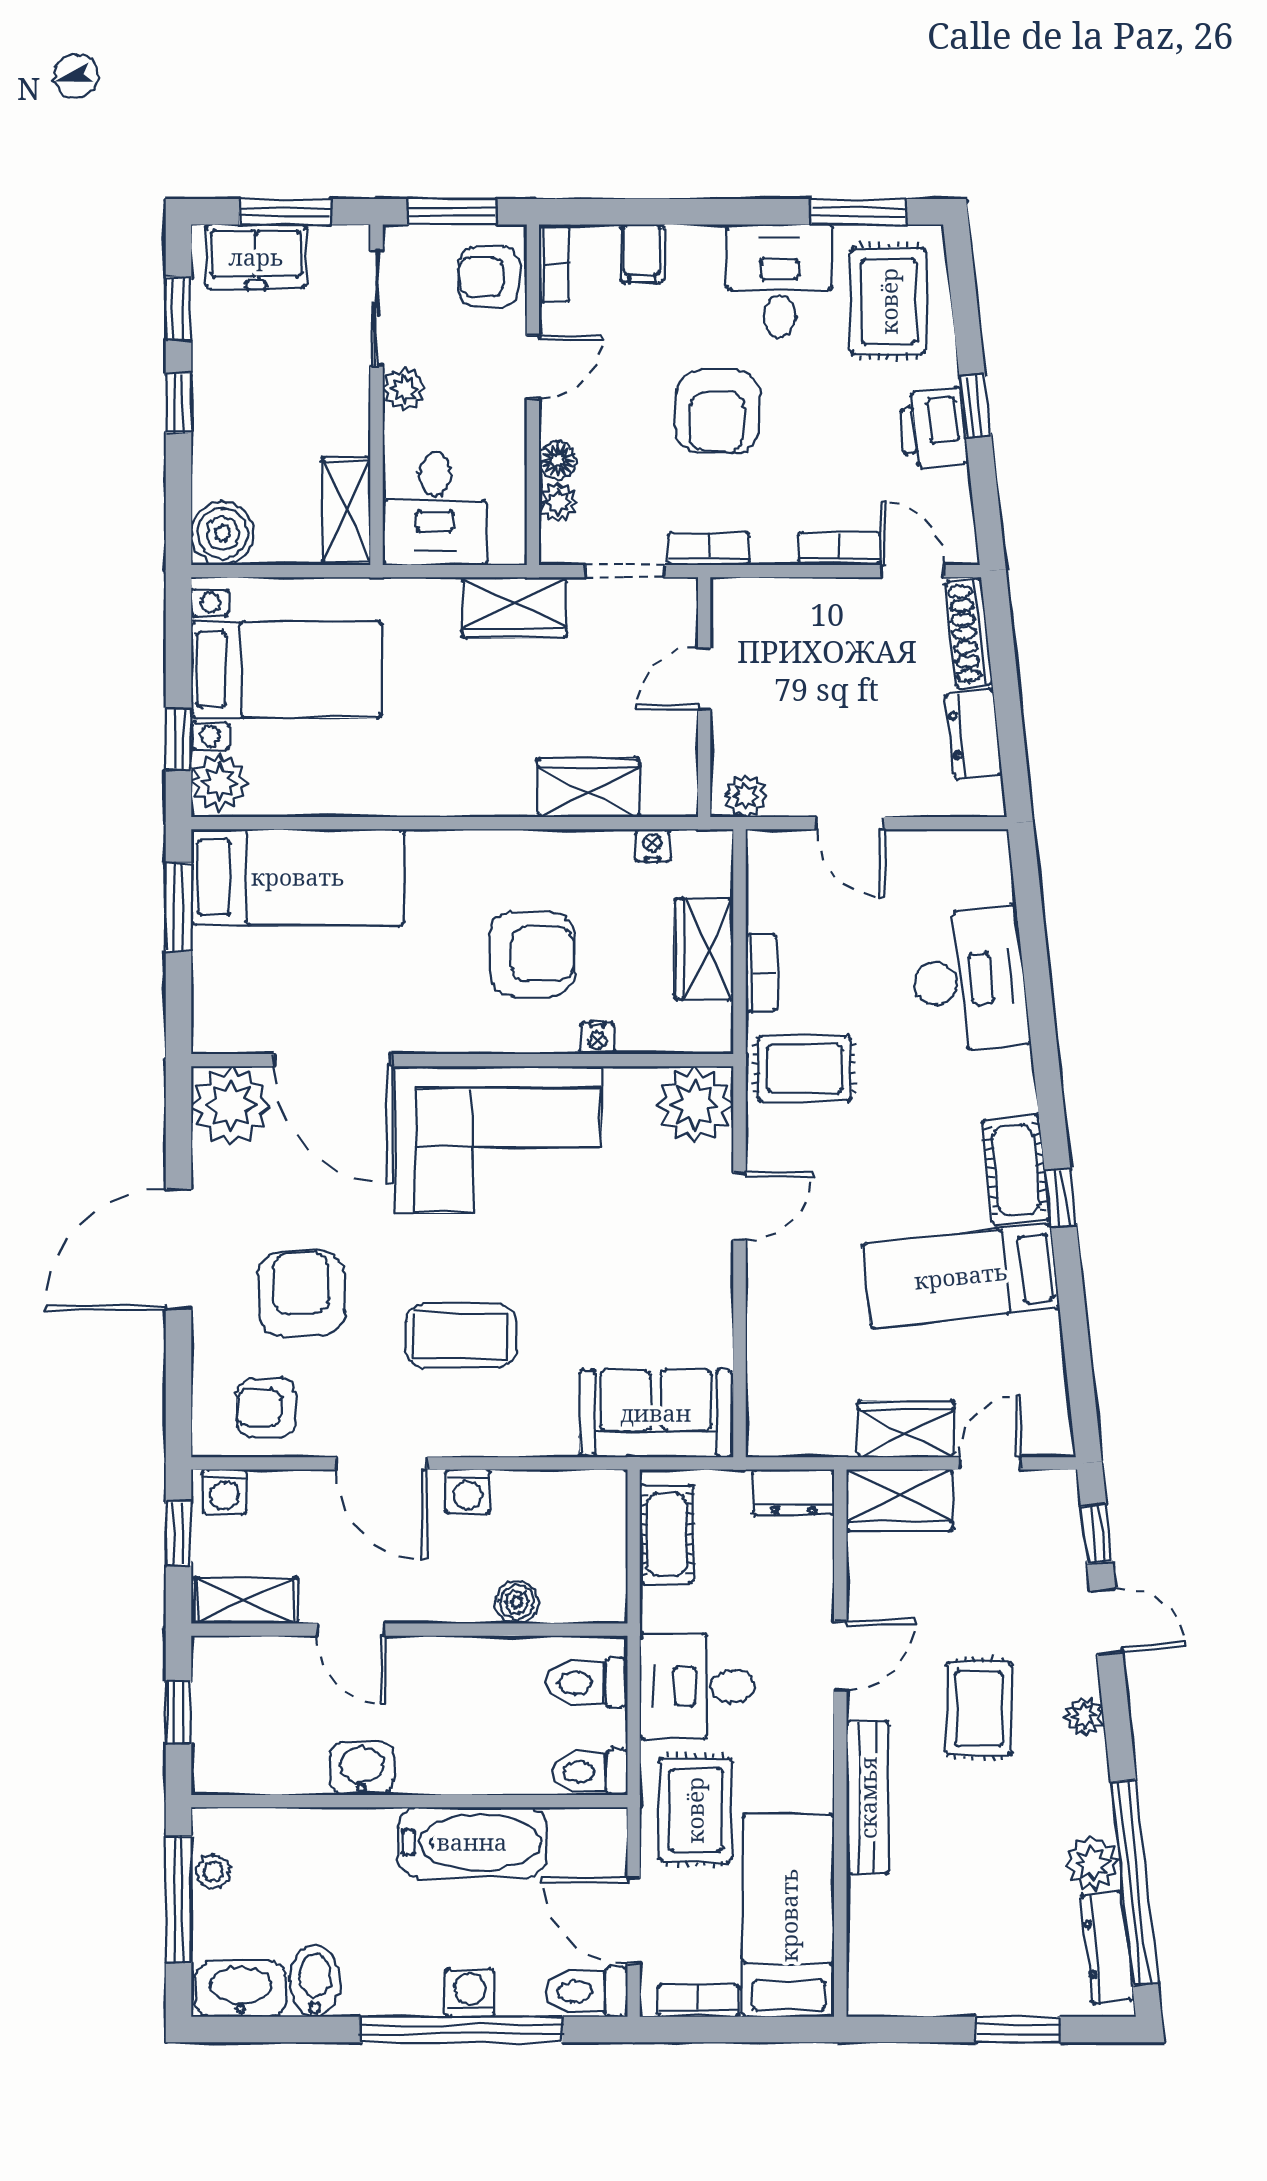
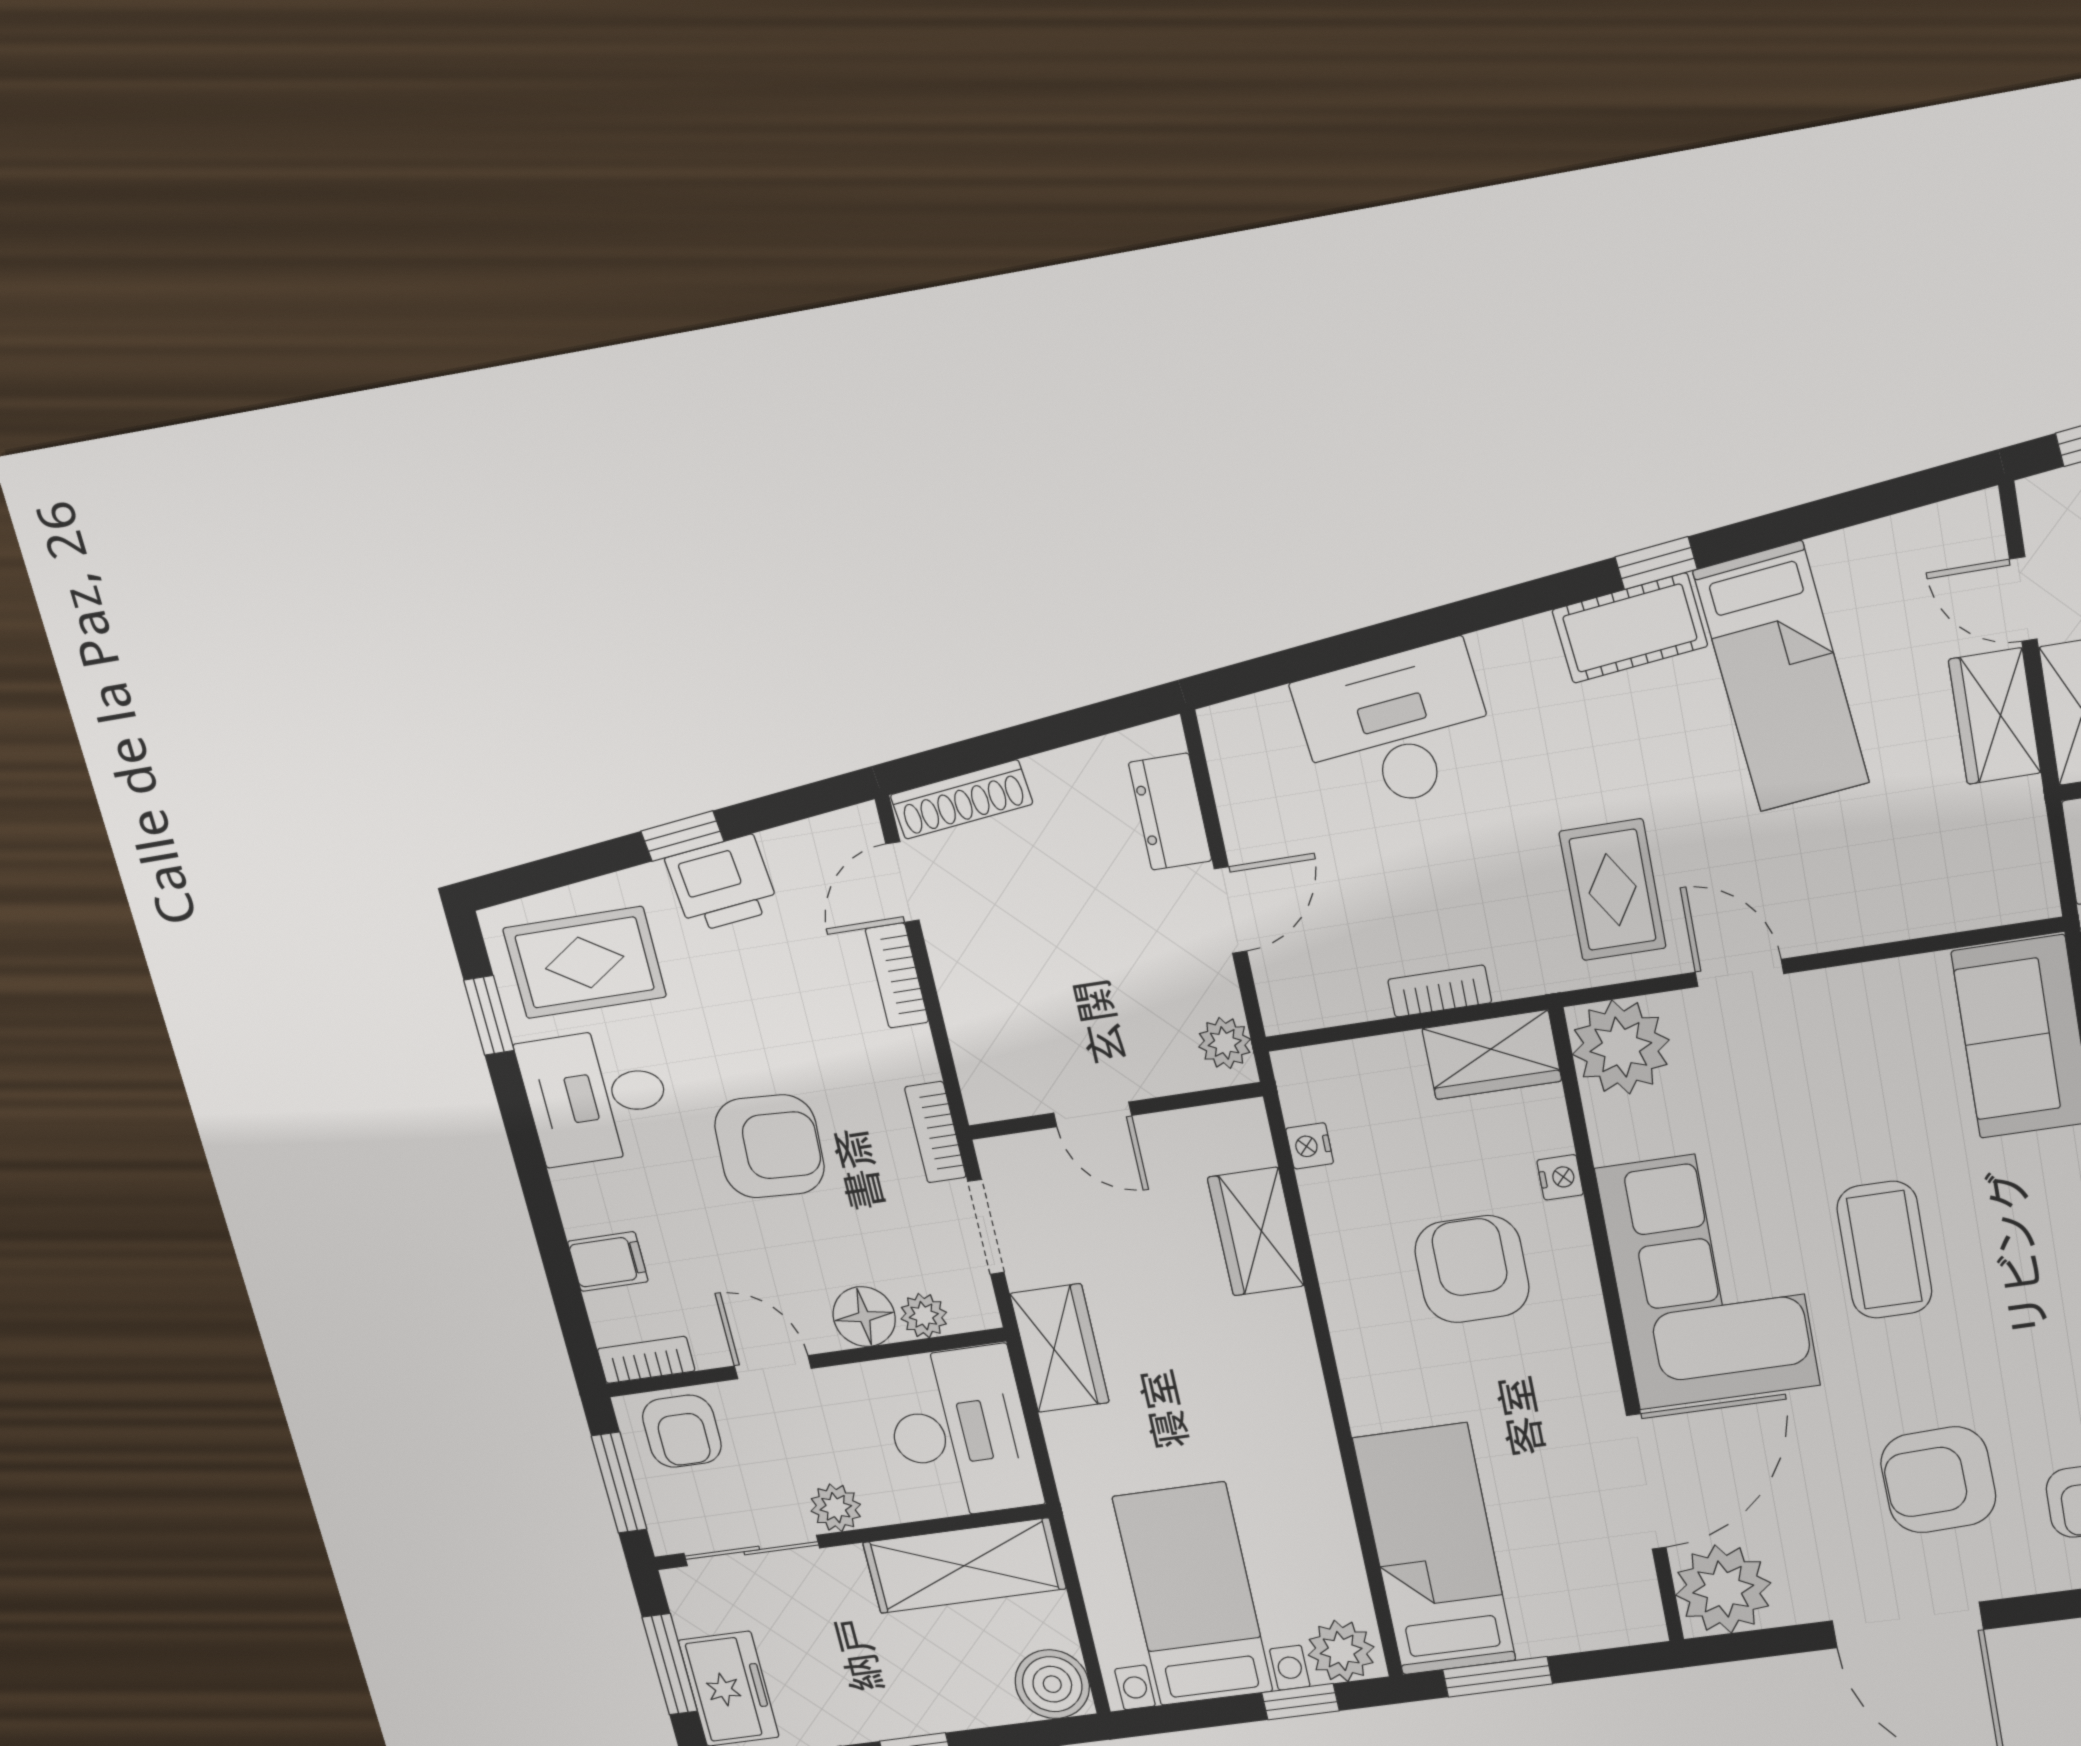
window: (858, 212) -> (489, 1015), width x0.67
floor lamp: (558, 460) -> (864, 1317), width x1.37, depth x1.37
desk: (435, 509) -> (961, 1433), width x1.37
shelving: (346, 511) -> (964, 1566), width x1.50, depth x1.33
dresser: (974, 734) -> (1170, 812), moved, turned 96
wardrobe: (704, 949) -> (1492, 1055), moved
rug: (805, 1069) -> (1613, 890), moved
coffee table: (461, 1335) -> (1884, 1250), moved

